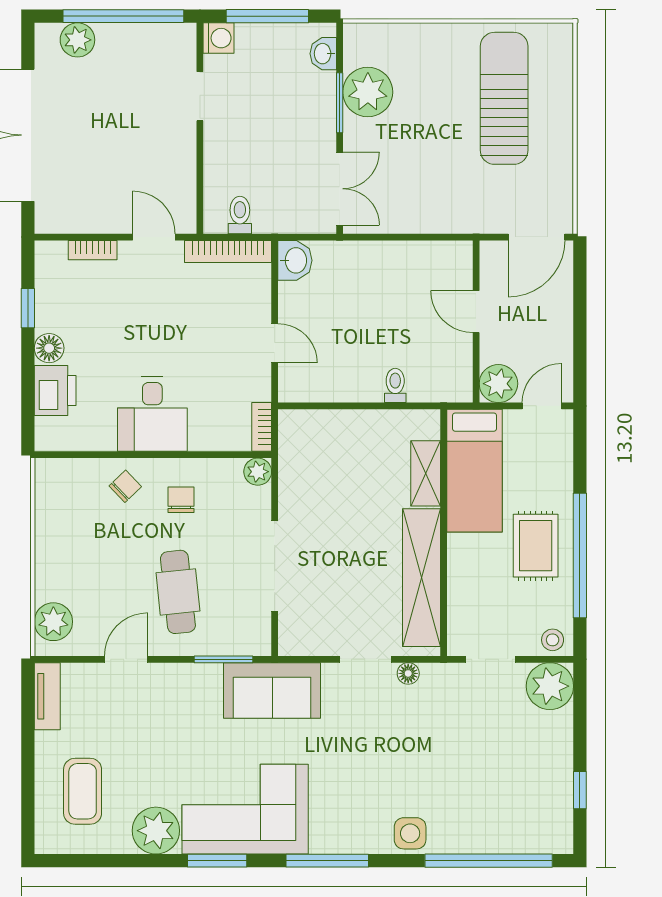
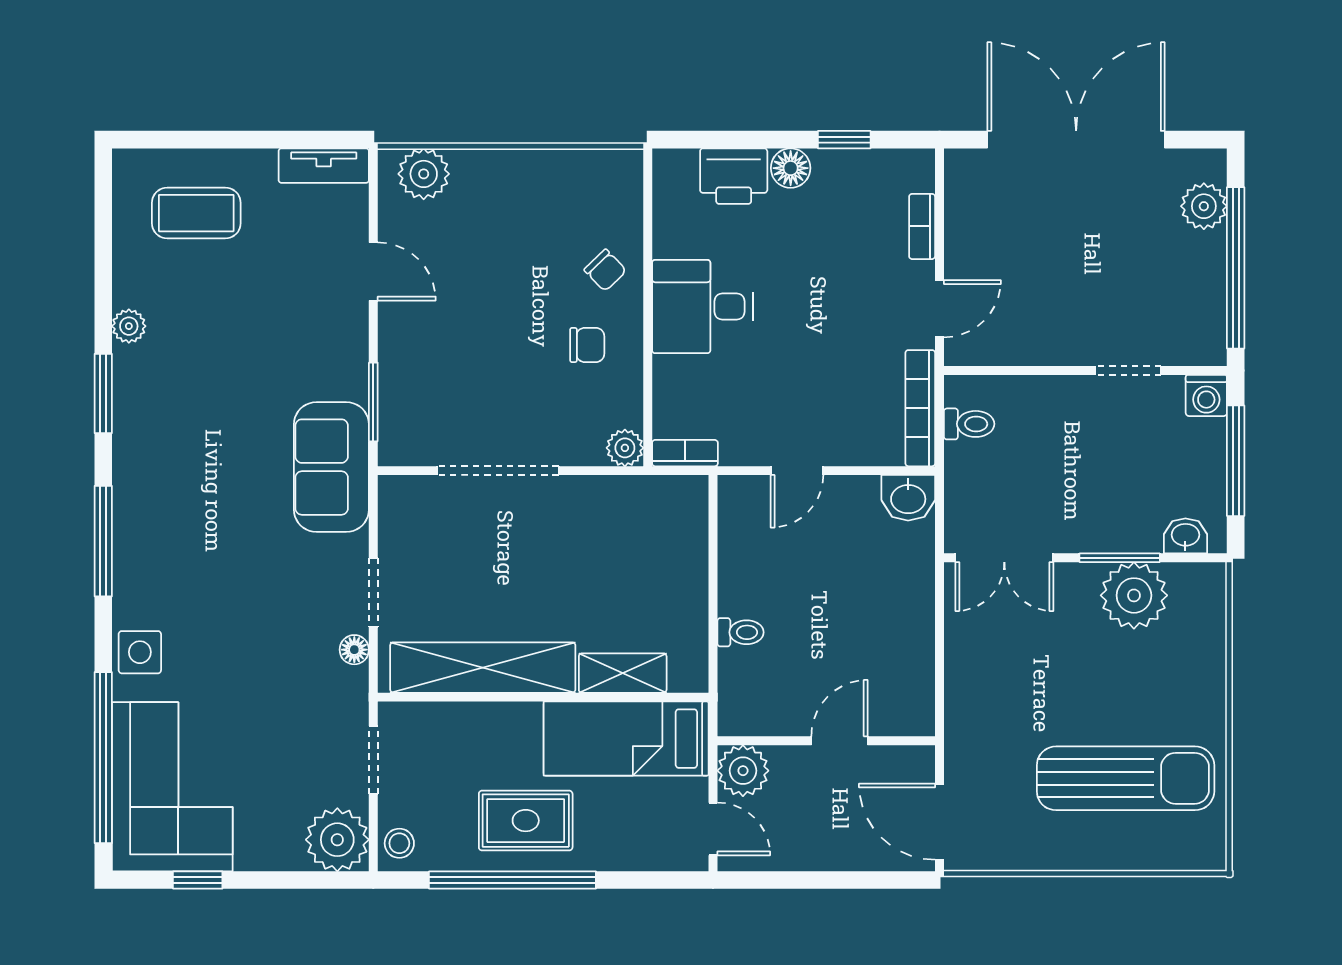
cafe table: (178, 592) -> (464, 341), removed
corner sofa: (245, 809) -> (172, 787), moved
plant: (156, 831) -> (129, 326), width x0.53, depth x0.53

